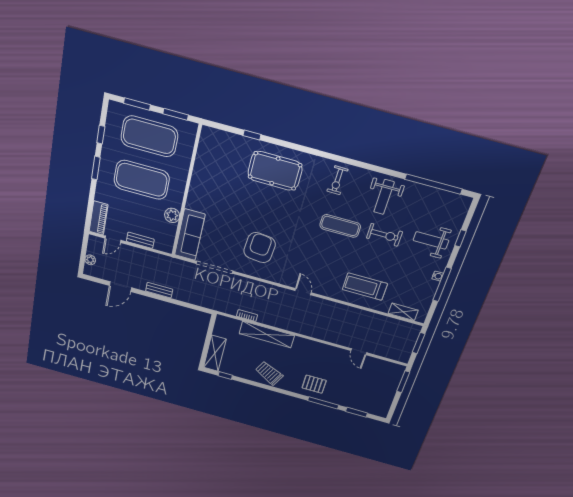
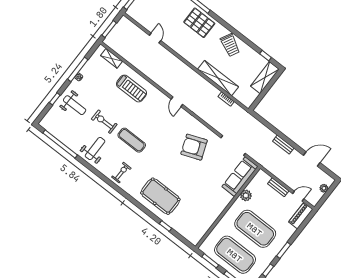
armchair: (260, 248) -> (194, 147), turned 64
pallet: (314, 384) -> (199, 23), width x1.50, depth x1.42

